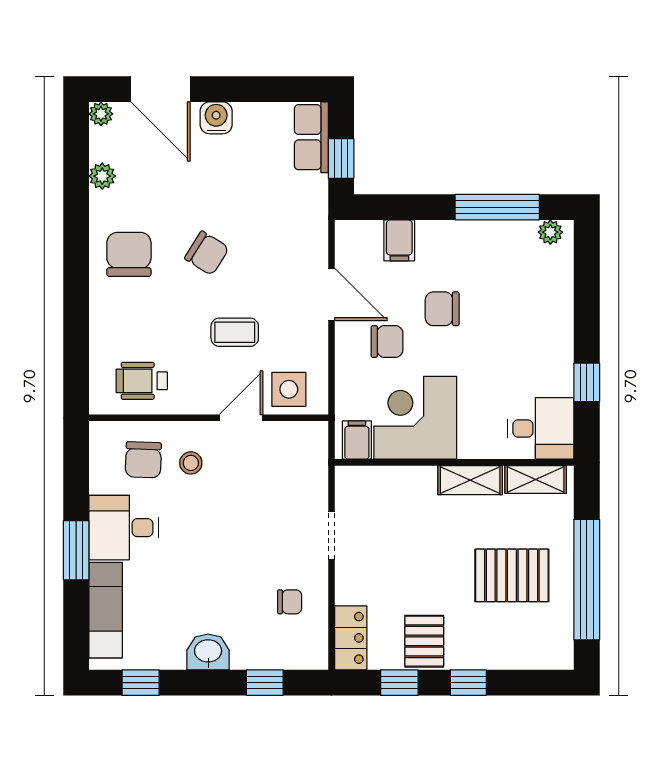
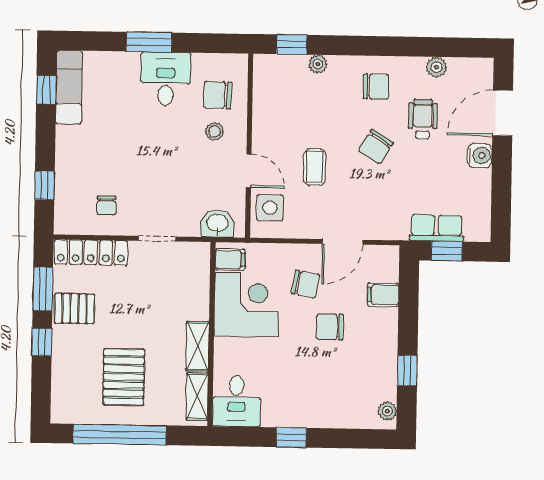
plant: (101, 114) -> (318, 64), moved
row of seats: (311, 137) -> (436, 228), moved
window: (497, 207) -> (407, 371), width x0.46
chair: (129, 254) -> (376, 87), width x0.73, depth x0.73
chair: (442, 309) -> (330, 327), turned -90
chair: (387, 341) -> (305, 284), turned -80
window: (76, 365) -> (292, 45), added
wheelchair: (142, 381) -> (423, 119), moved
window: (587, 382) -> (291, 437), moved
exam couch: (106, 610) -> (69, 87), moved, turned -90
locker: (351, 638) -> (91, 252), width x1.53
washbasin: (208, 652) -> (217, 223), moved, turned -90
window: (399, 683) -> (43, 289), width x1.50

